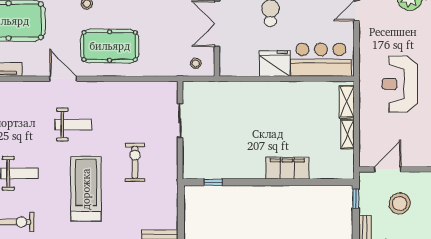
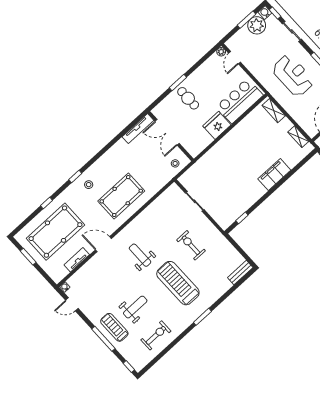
door: (63, 79) -> (103, 244), moved
reception desk: (400, 84) -> (293, 75), turned 180
weight bench: (73, 125) -> (140, 255), turned -90
shelving: (348, 134) -> (298, 137), moved

